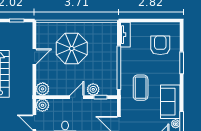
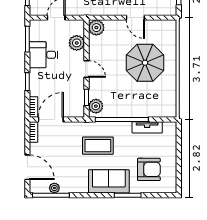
tv unit: (125, 35) -> (147, 127), moved
plant: (93, 89) -> (96, 106), moved
sofa: (170, 102) -> (109, 181), moved
plant: (42, 105) -> (77, 43), moved

